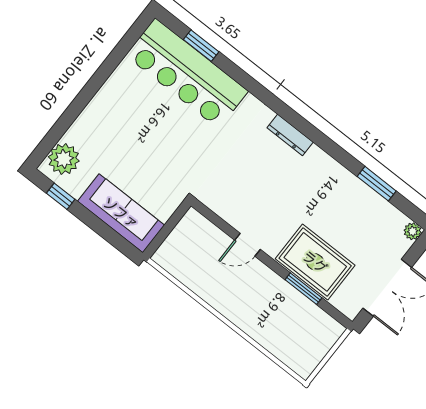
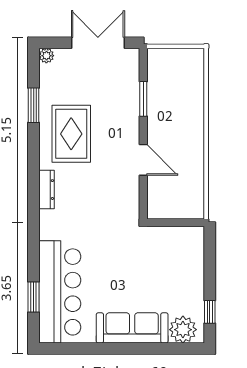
sofa: (121, 213) -> (132, 328), moved, turned 90
door: (248, 245) -> (143, 160), width x1.37
rug: (315, 262) -> (71, 134), moved

